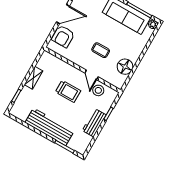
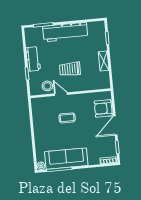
armchair: (63, 36) -> (103, 108), turned -90
floor lamp: (125, 67) -> (40, 118), removed

